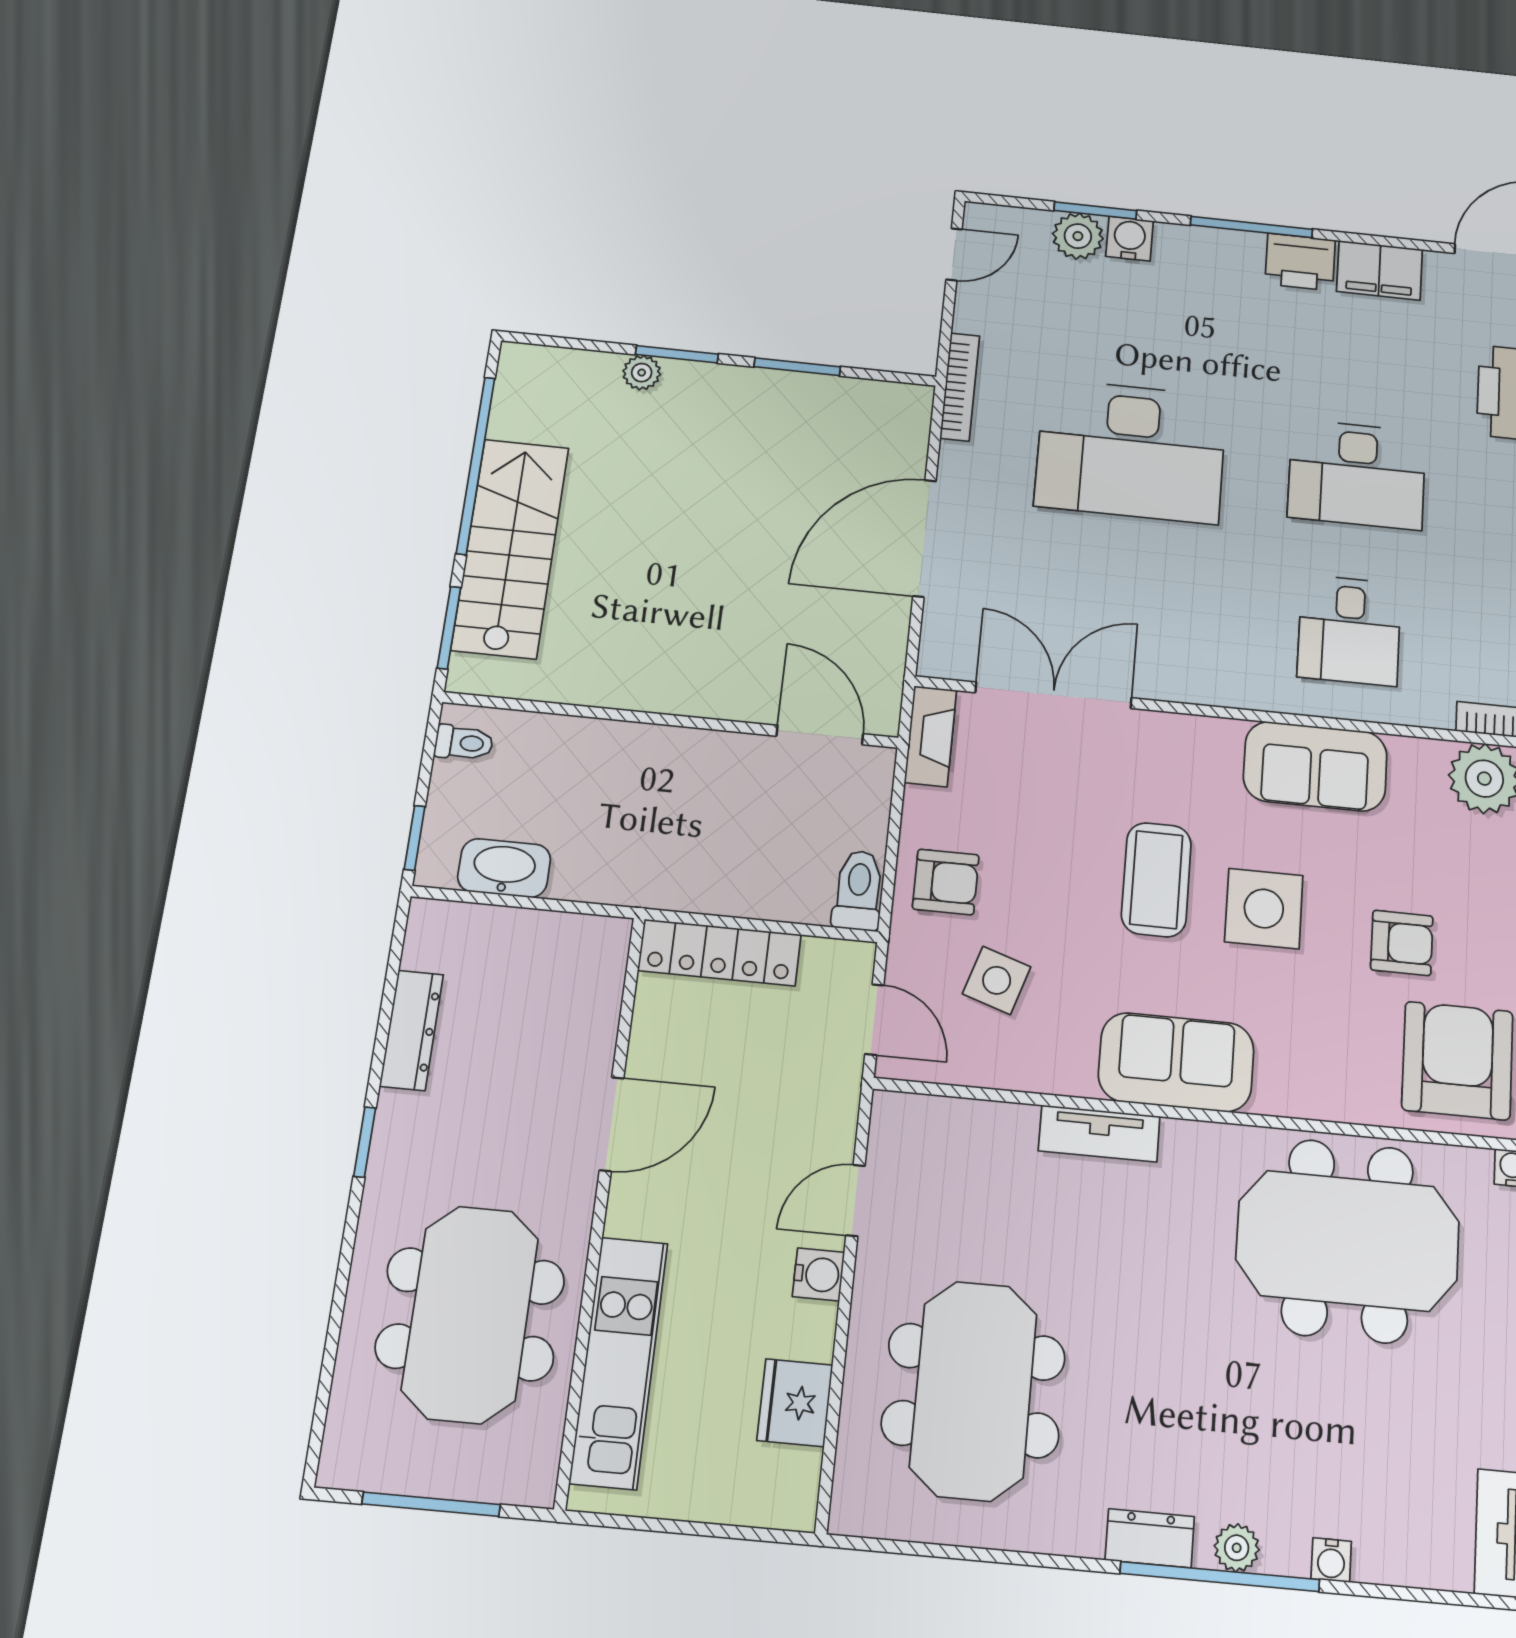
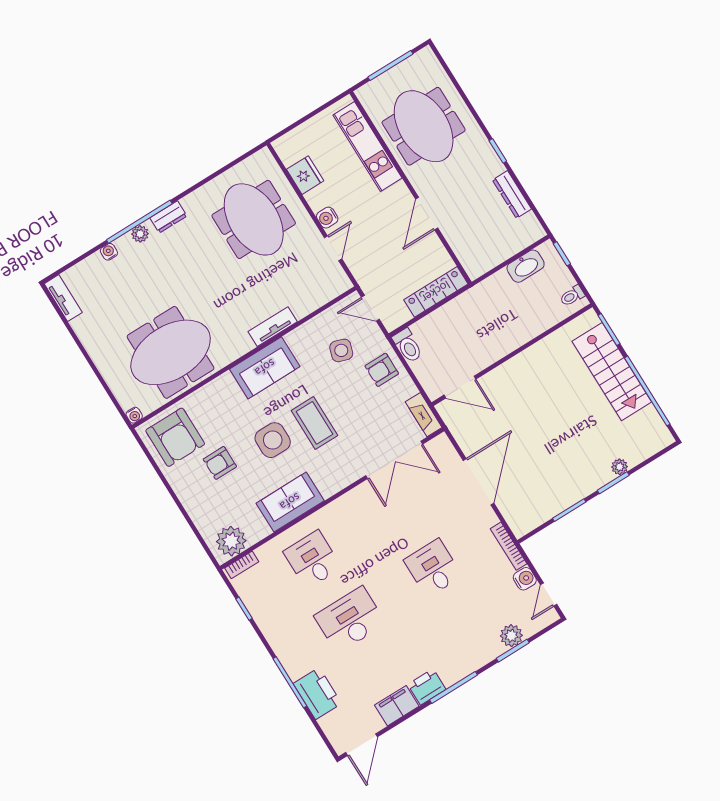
water cooler: (1130, 239) -> (525, 579), moved, turned -90
desk: (1131, 451) -> (433, 568), width x0.53, depth x0.77

